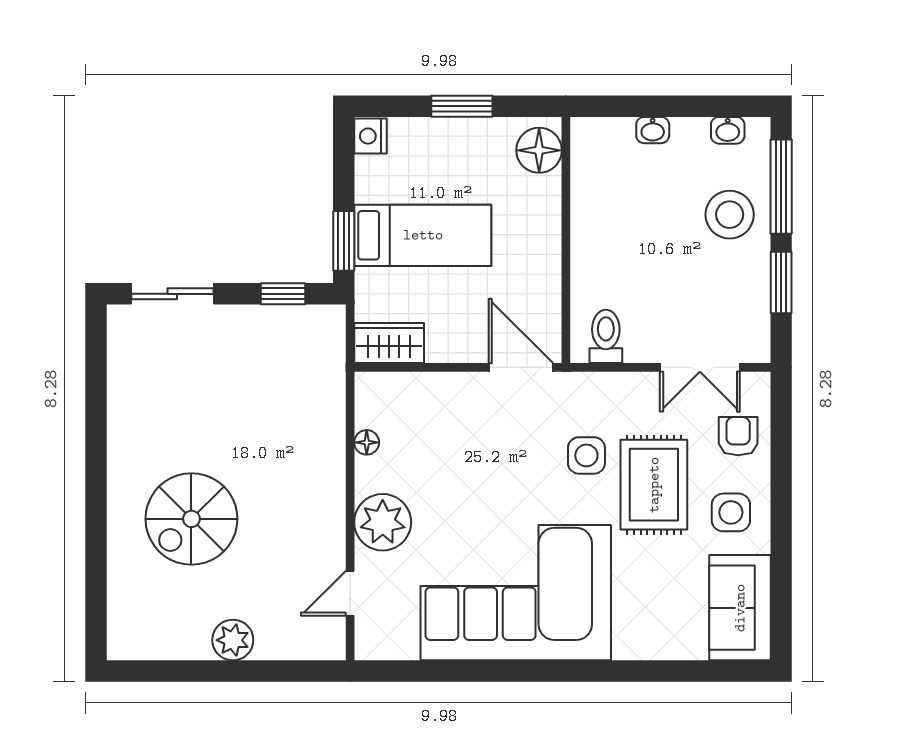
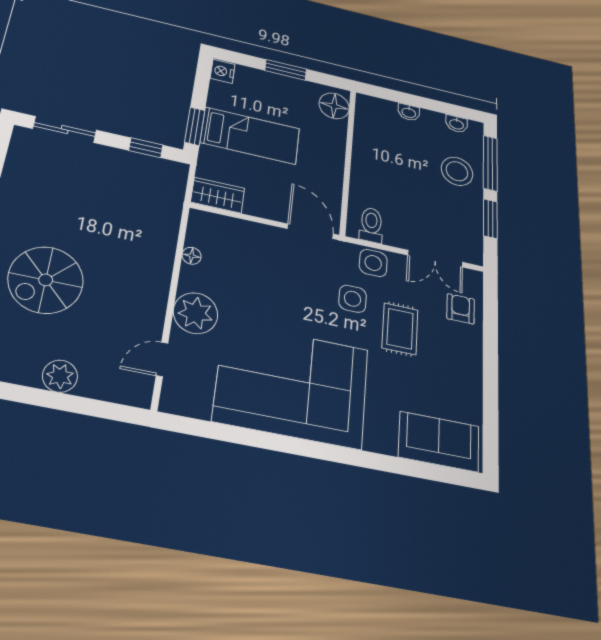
rug: (654, 485) -> (400, 329), width x0.73, depth x0.70
side table: (731, 512) -> (373, 263), moved
sofa: (740, 608) -> (439, 442), moved, turned 90

